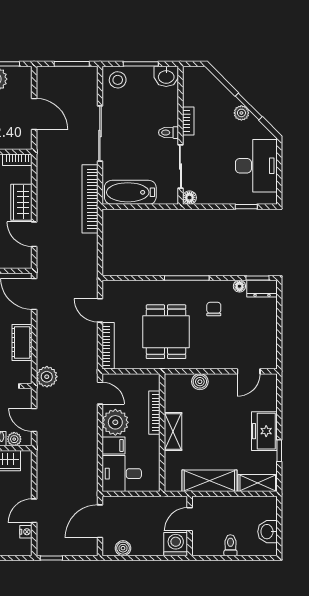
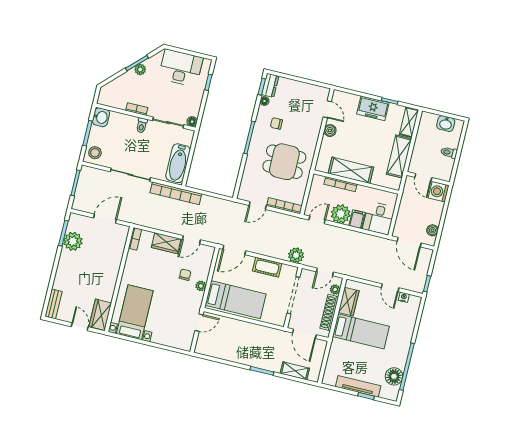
boiler: (200, 382) -> (330, 131), moved
shelving: (173, 431) -> (351, 170), width x1.50, depth x1.33

